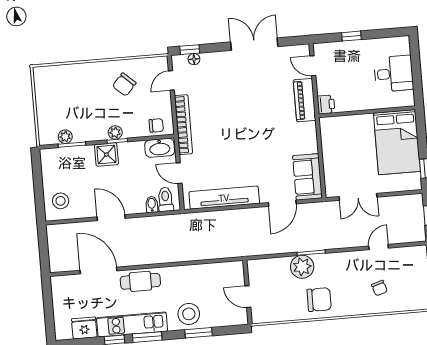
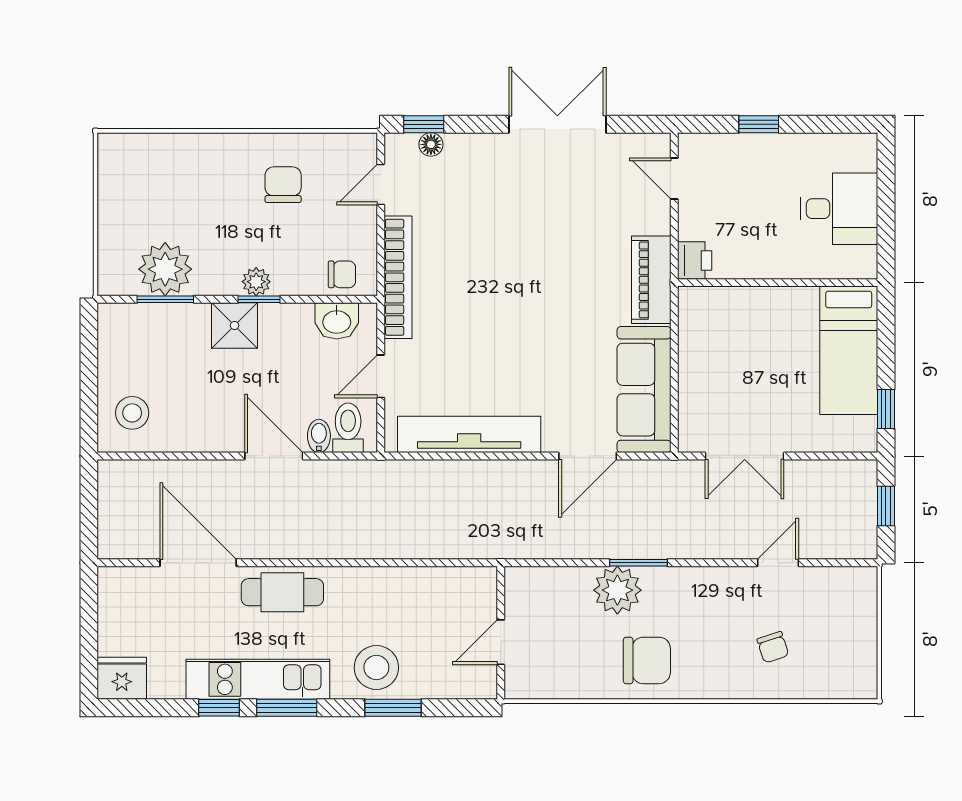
chair: (124, 85) -> (283, 185), turned 138
piano: (305, 100) -> (651, 280), moved
plant: (65, 137) -> (165, 269), width x1.88, depth x1.88
bed: (397, 142) -> (849, 350), width x0.67
washbasin: (160, 148) -> (337, 321), width x0.72
door: (179, 173) -> (381, 376), hinge flipped
sofa: (307, 177) -> (644, 390), width x1.36
door: (111, 218) -> (274, 456), moved
door: (248, 297) -> (501, 642), hinge flipped
fridge: (84, 328) -> (122, 678), moved

